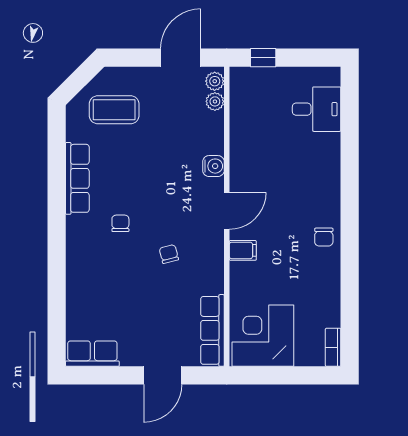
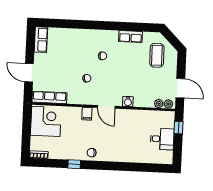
desk: (317, 109) -> (162, 139), moved, turned -90
row of seats: (77, 178) -> (130, 37), width x0.68
window: (350, 272) -> (74, 164), added

